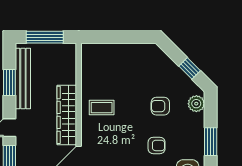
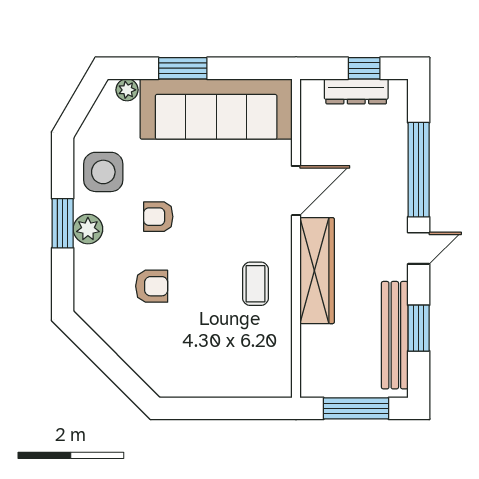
window: (190, 68) -> (100, 353), removed
plant: (196, 104) -> (88, 229), moved
coffee table: (102, 108) -> (256, 284), turned 90

